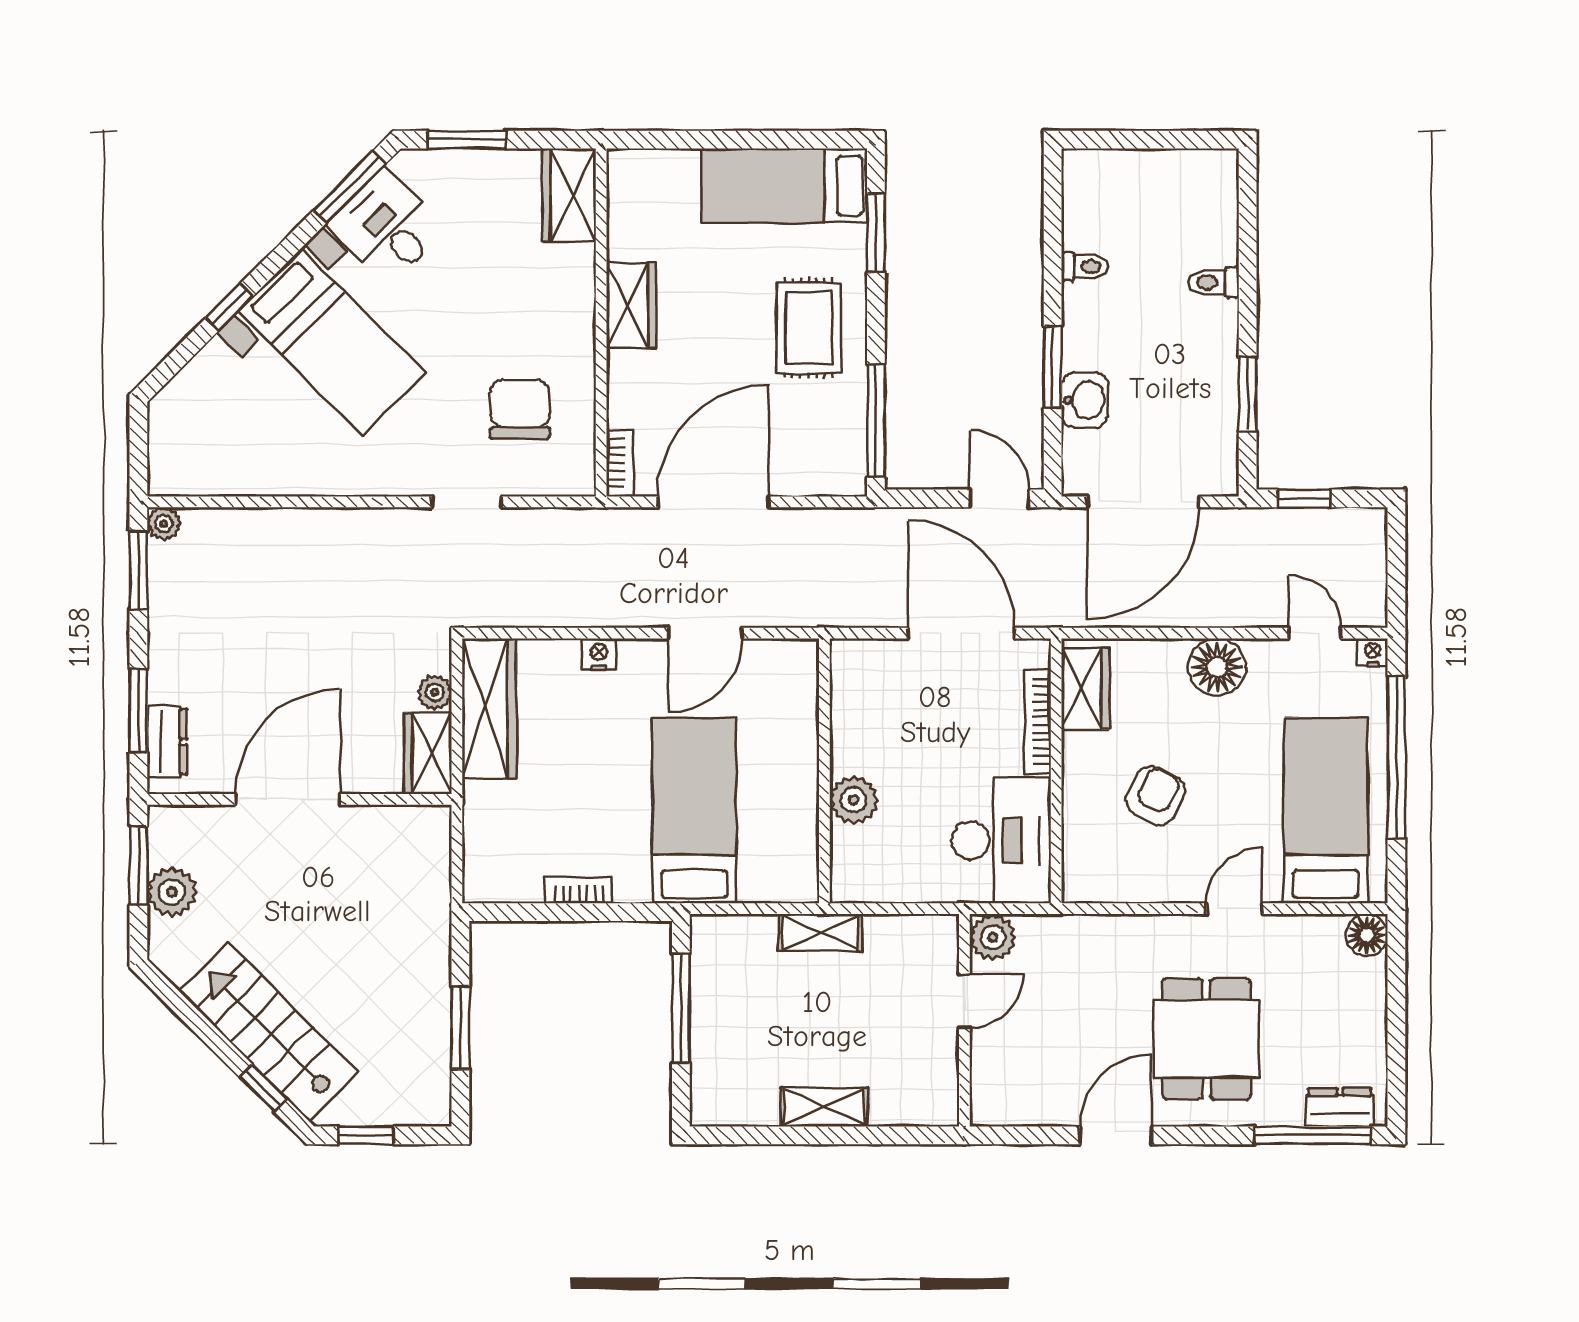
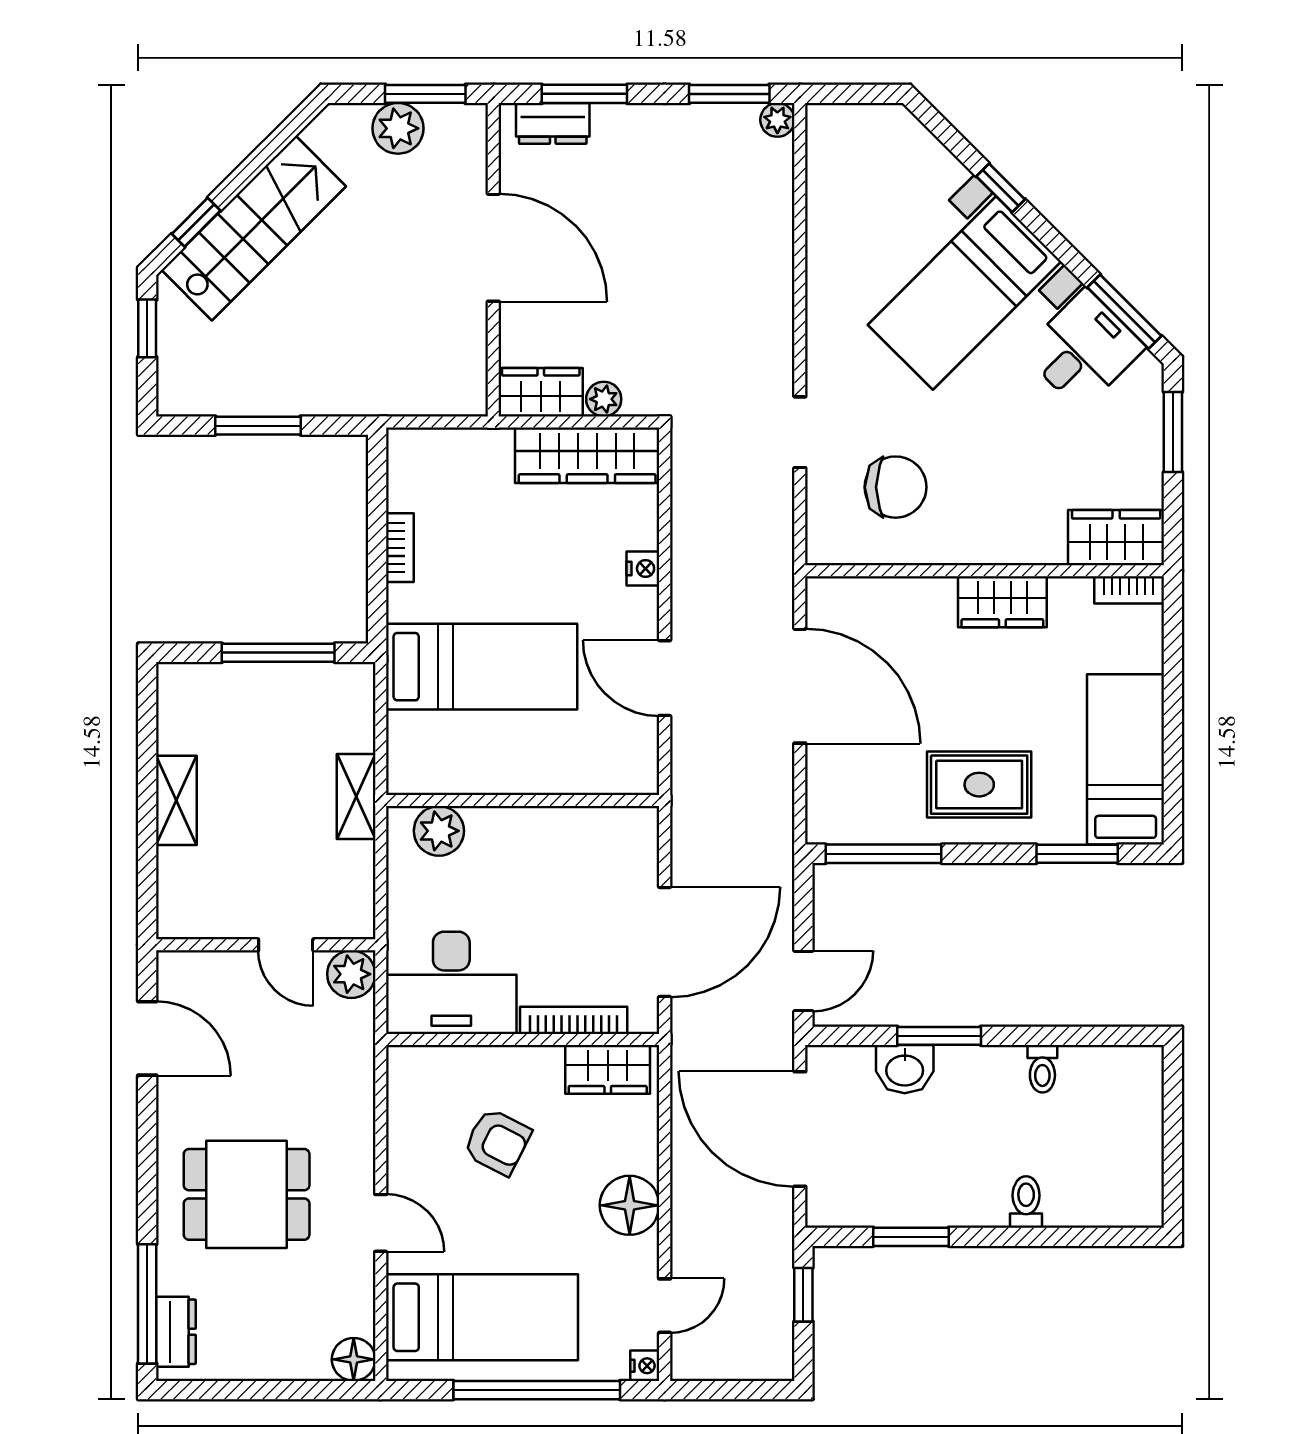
bookcase: (620, 463) -> (1129, 590), moved
plant: (854, 800) -> (439, 831), moved
door: (1116, 1135) -> (147, 1038), moved

